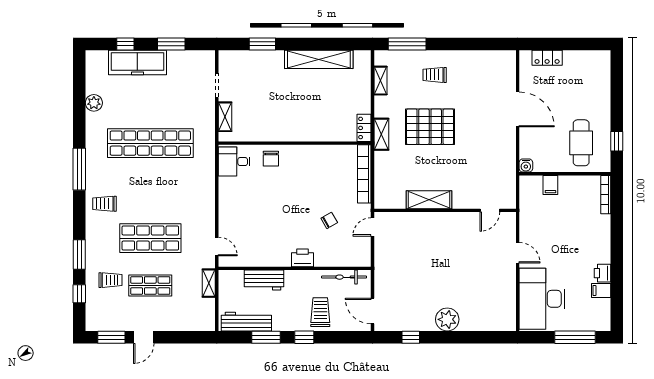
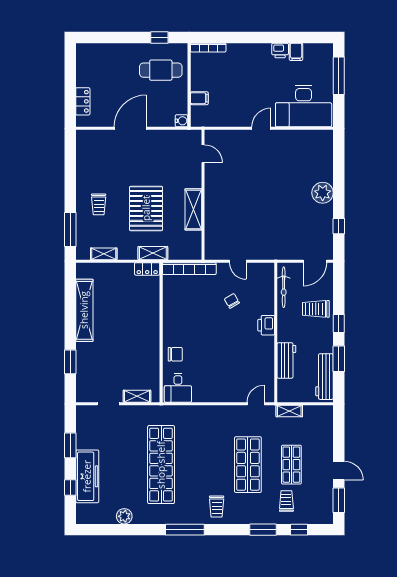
shelving: (429, 200) -> (193, 209), moved
wall: (445, 210) -> (203, 195), moved
door: (490, 210) -> (203, 154), moved

